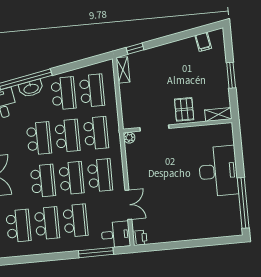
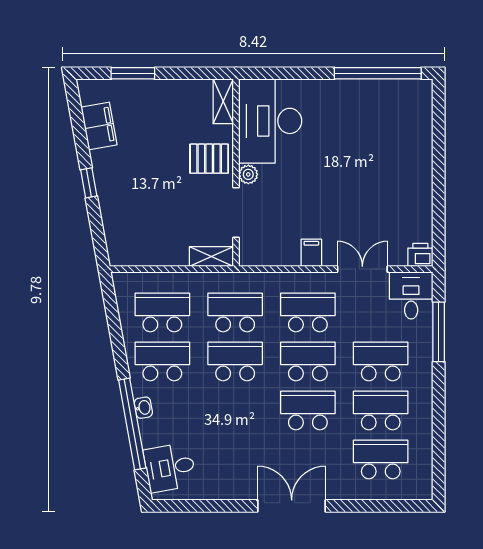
filing cabinet: (203, 42) -> (99, 126), width x2.00
window: (135, 49) -> (89, 183), moved
shelving: (123, 70) -> (211, 256), moved
window: (231, 75) -> (133, 73), moved
washbasin: (31, 88) -> (143, 408), width x0.52, depth x0.69
school desk: (39, 138) -> (235, 410), removed
plant: (129, 138) -> (248, 174), moved
desk: (218, 171) -> (270, 121), moved, turned -90
filing cabinet: (135, 174) -> (311, 253), added

